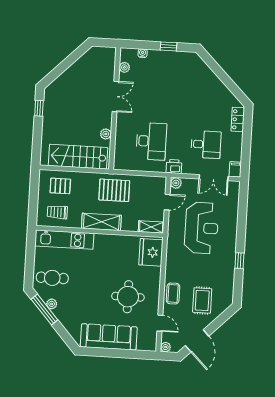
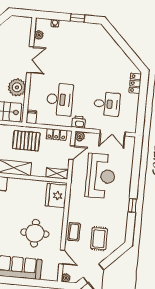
plant: (106, 134) -> (17, 87), width x1.88, depth x1.88
filing cabinet: (235, 169) -> (31, 117), moved
locker: (149, 182) -> (56, 134), added

